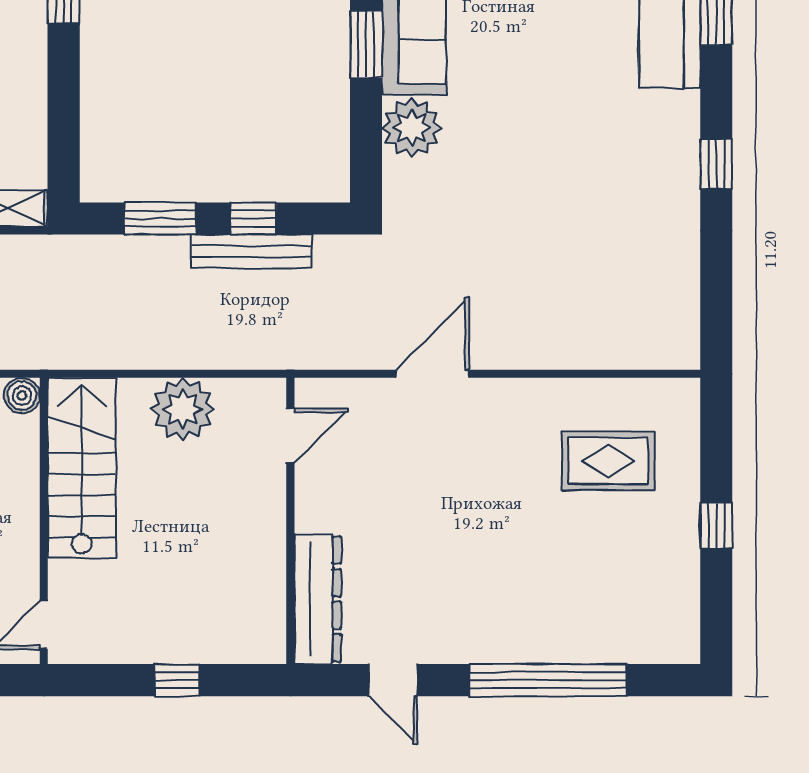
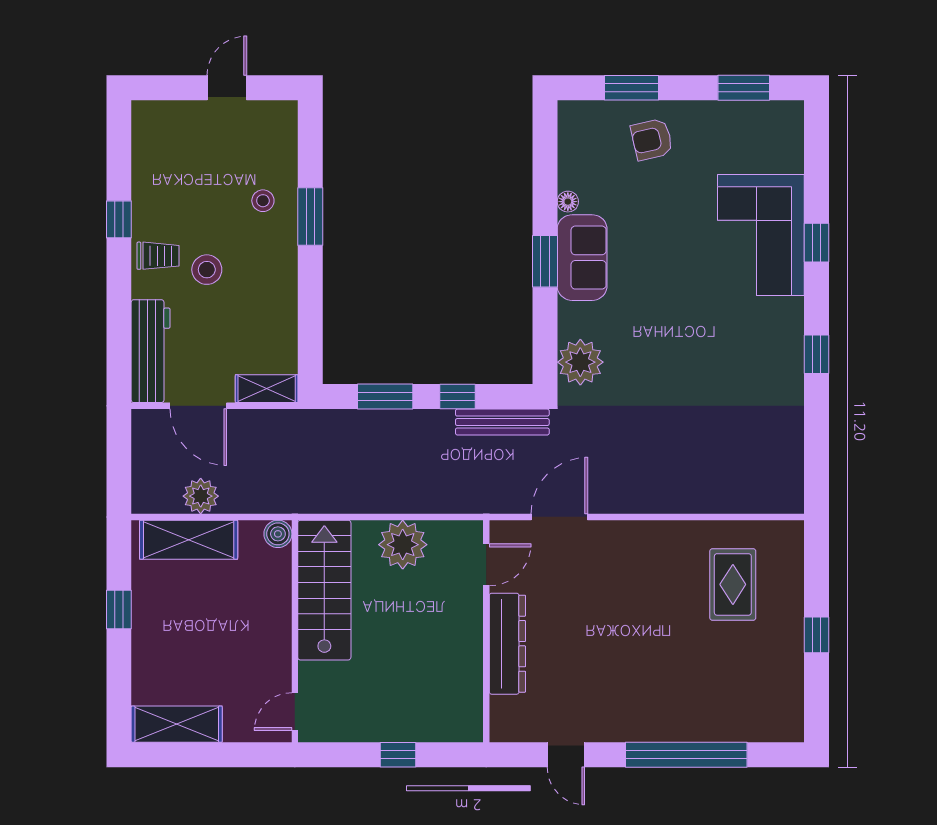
plant: (412, 128) -> (580, 362), moved
bench: (251, 251) -> (502, 422), moved
door: (432, 374) -> (559, 517), moved
rug: (608, 461) -> (733, 584), turned 90
dresser: (318, 599) -> (507, 644), moved

